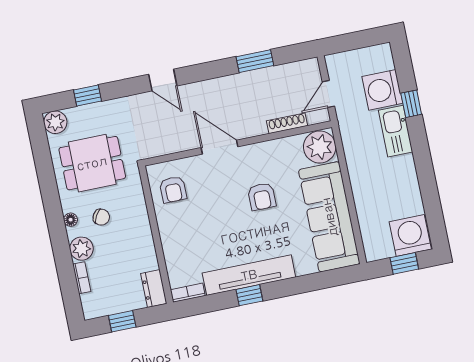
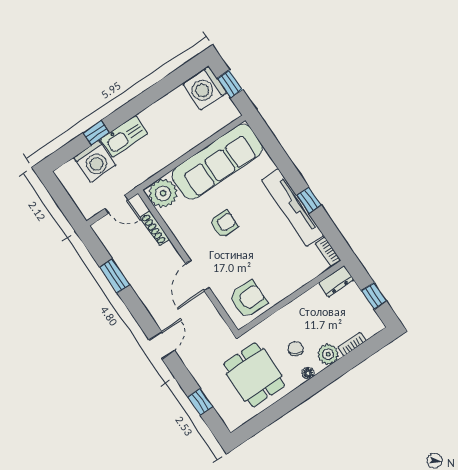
plant: (55, 122) -> (233, 419), removed
armchair: (173, 189) -> (248, 299), width x1.38, depth x1.38

